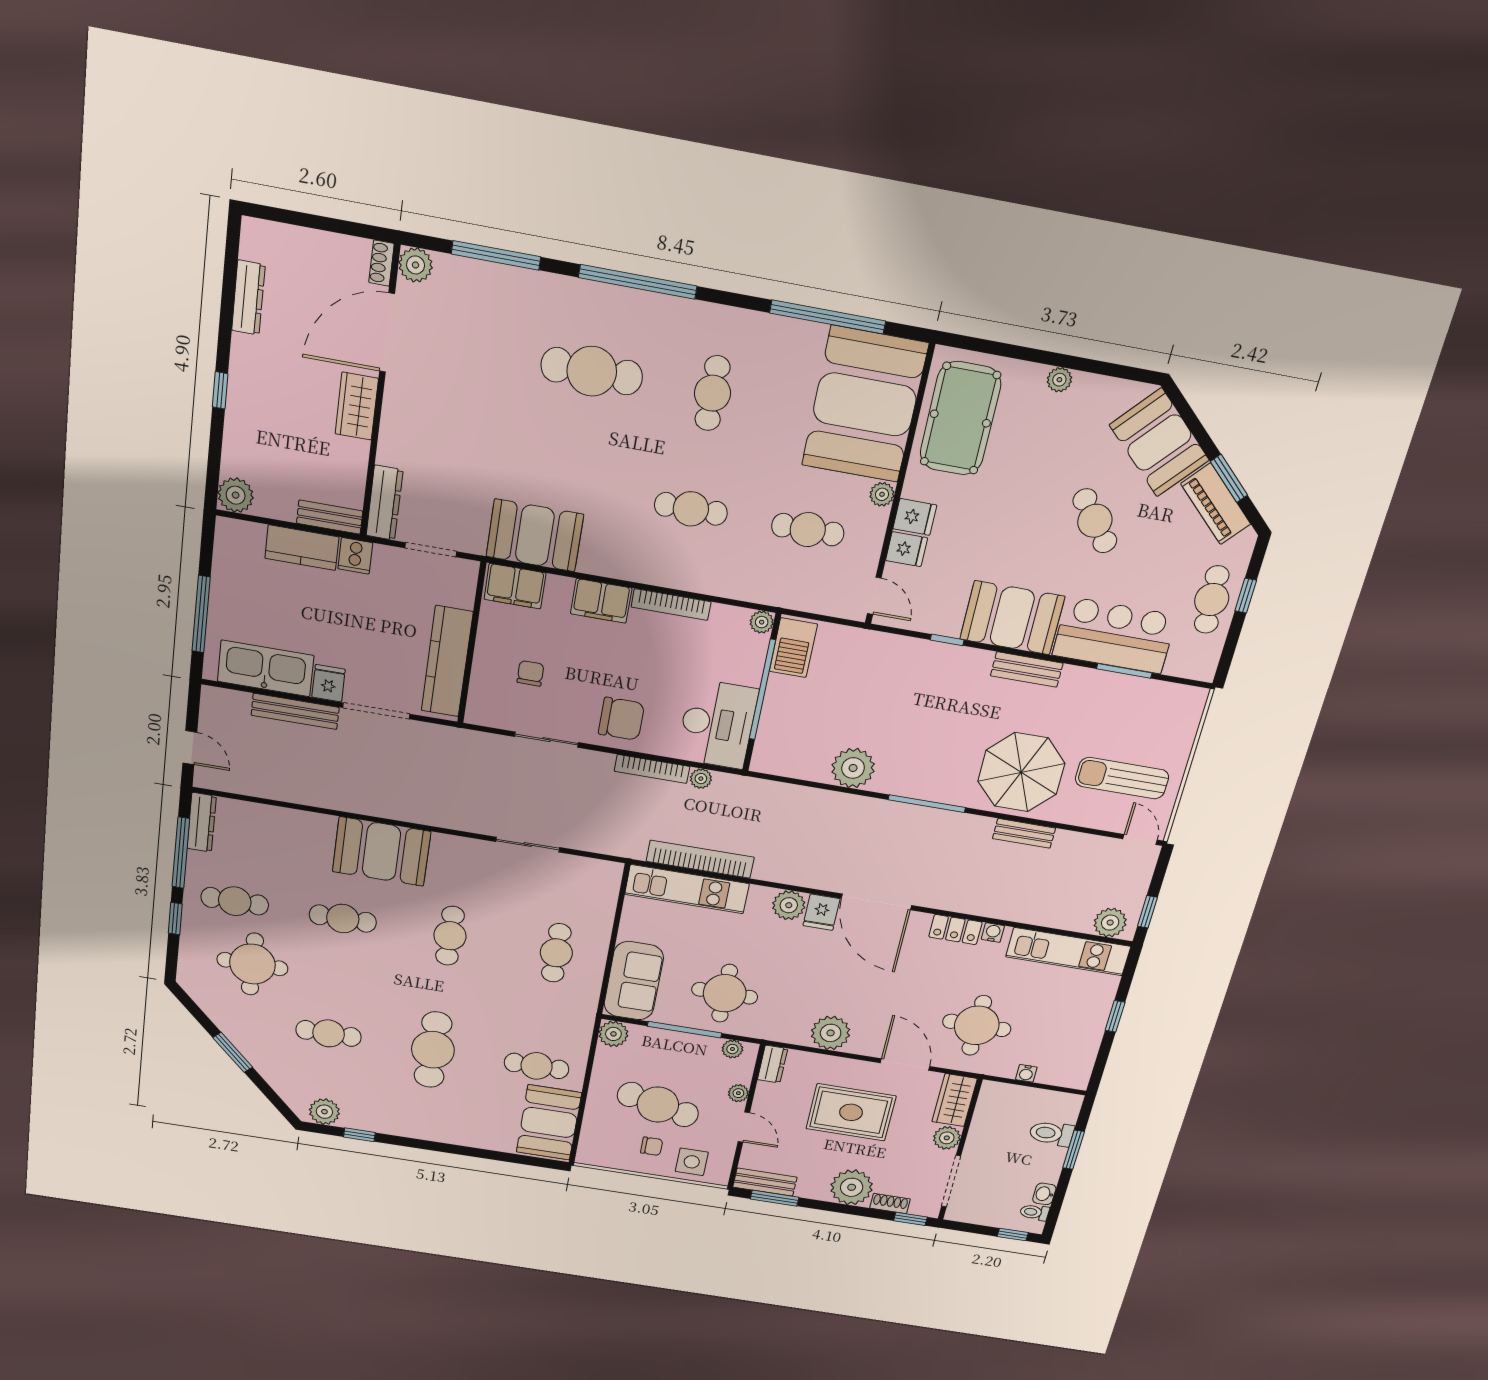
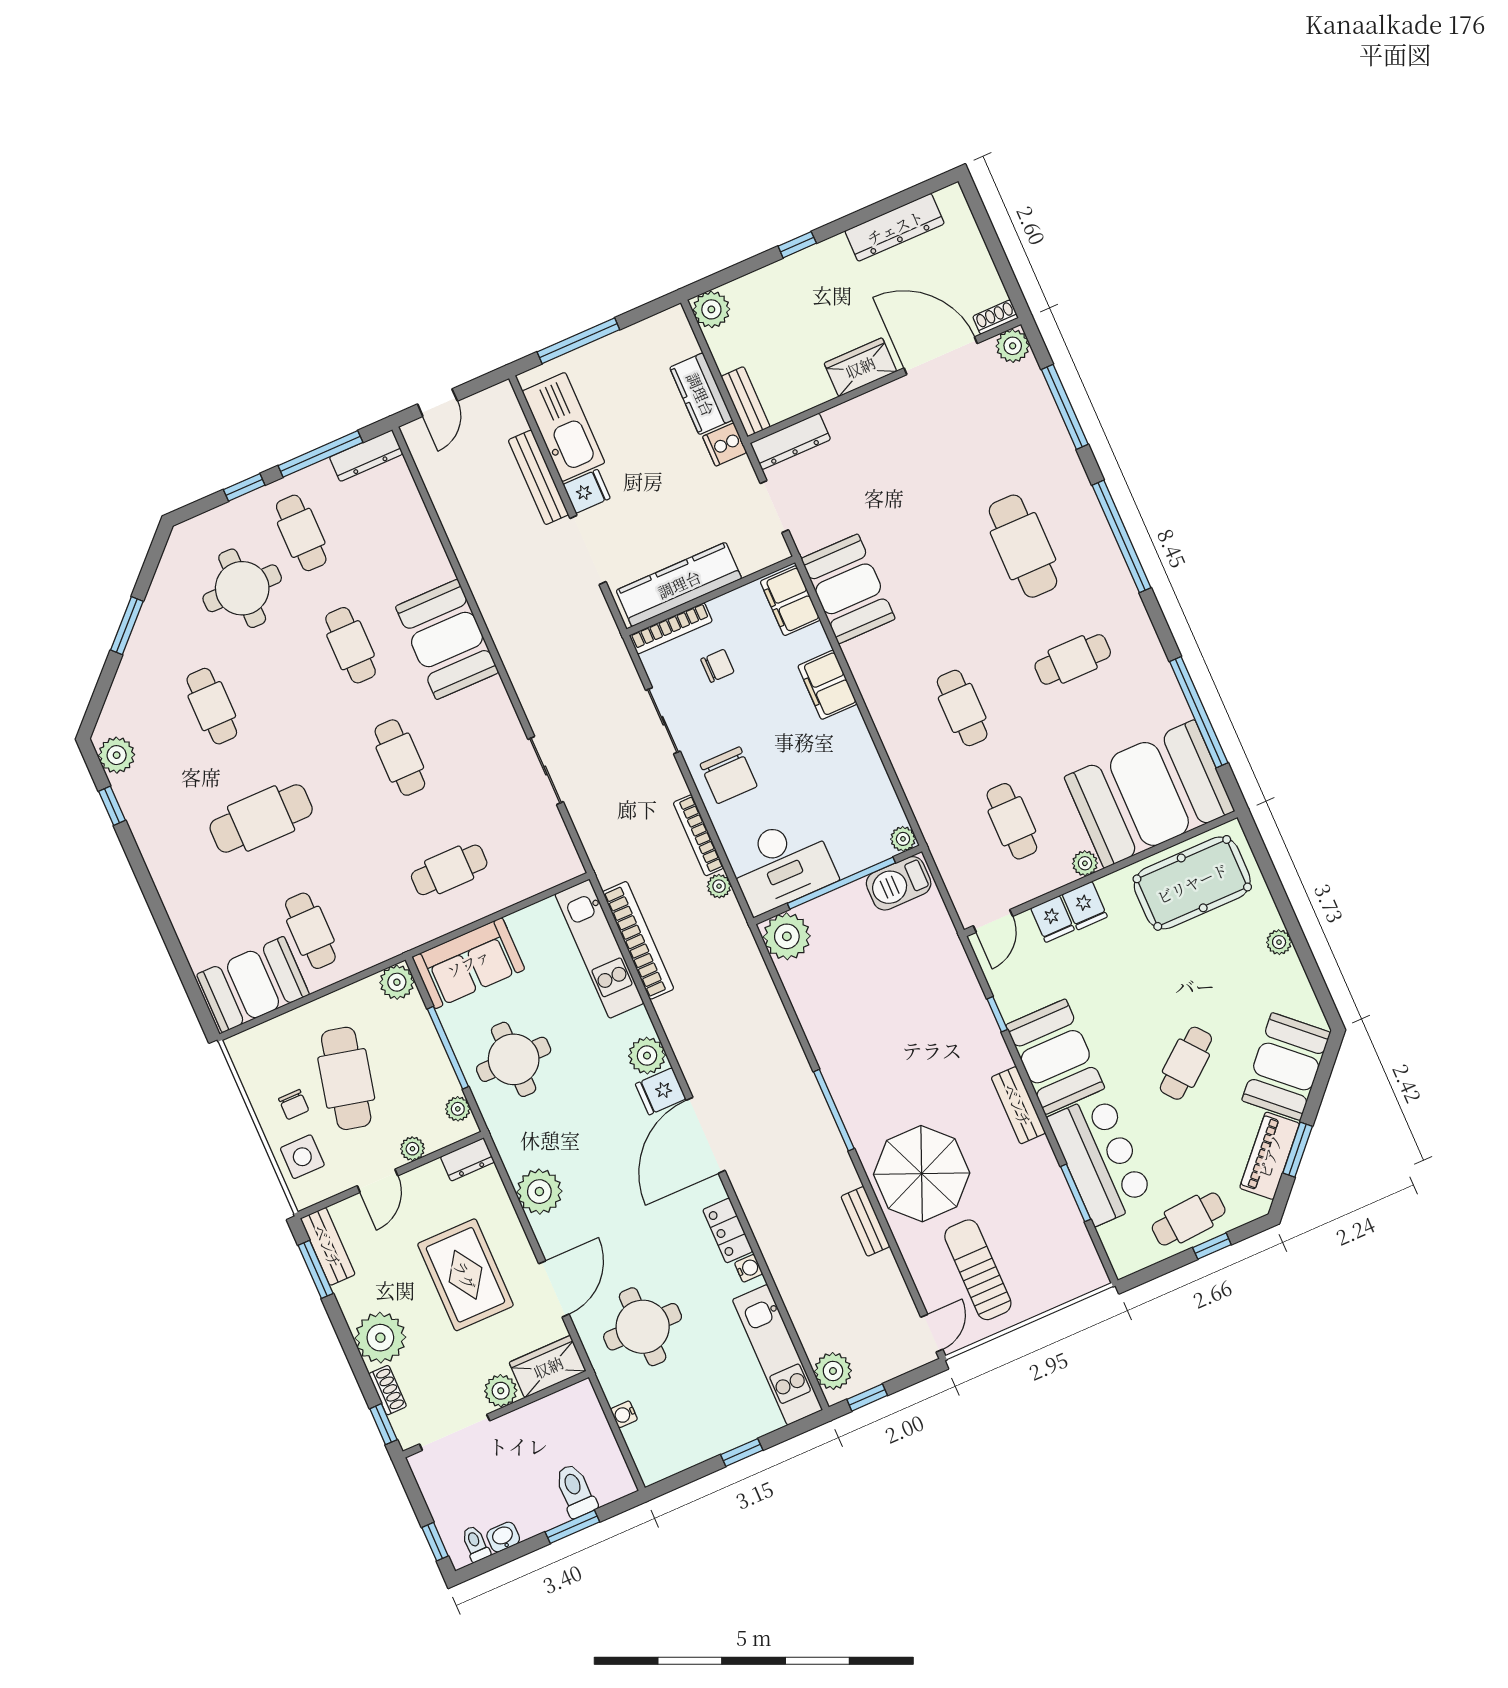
dresser: (248, 298) -> (895, 227), width x1.37, depth x1.24
bookcase: (671, 604) -> (671, 628), moved, turned -90
plant: (853, 768) -> (787, 936), moved
cafe table: (450, 936) -> (400, 758), turned 90

